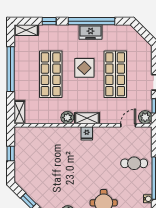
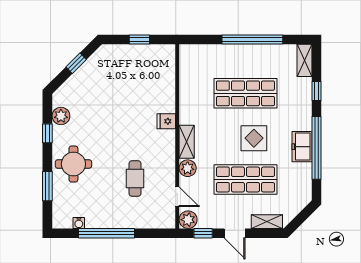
shelving: (19, 112) -> (267, 222), moved
plant: (67, 118) -> (188, 168), moved
fridge: (87, 133) -> (166, 121), moved
cafe table: (134, 163) -> (135, 178), moved

